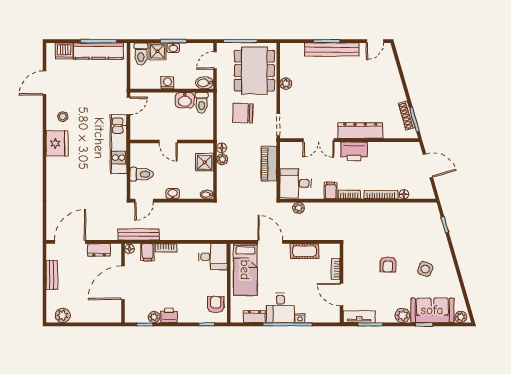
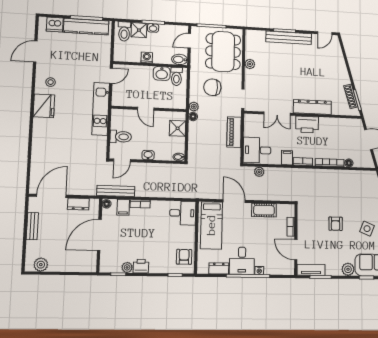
plant: (222, 159) -> (194, 107), moved

